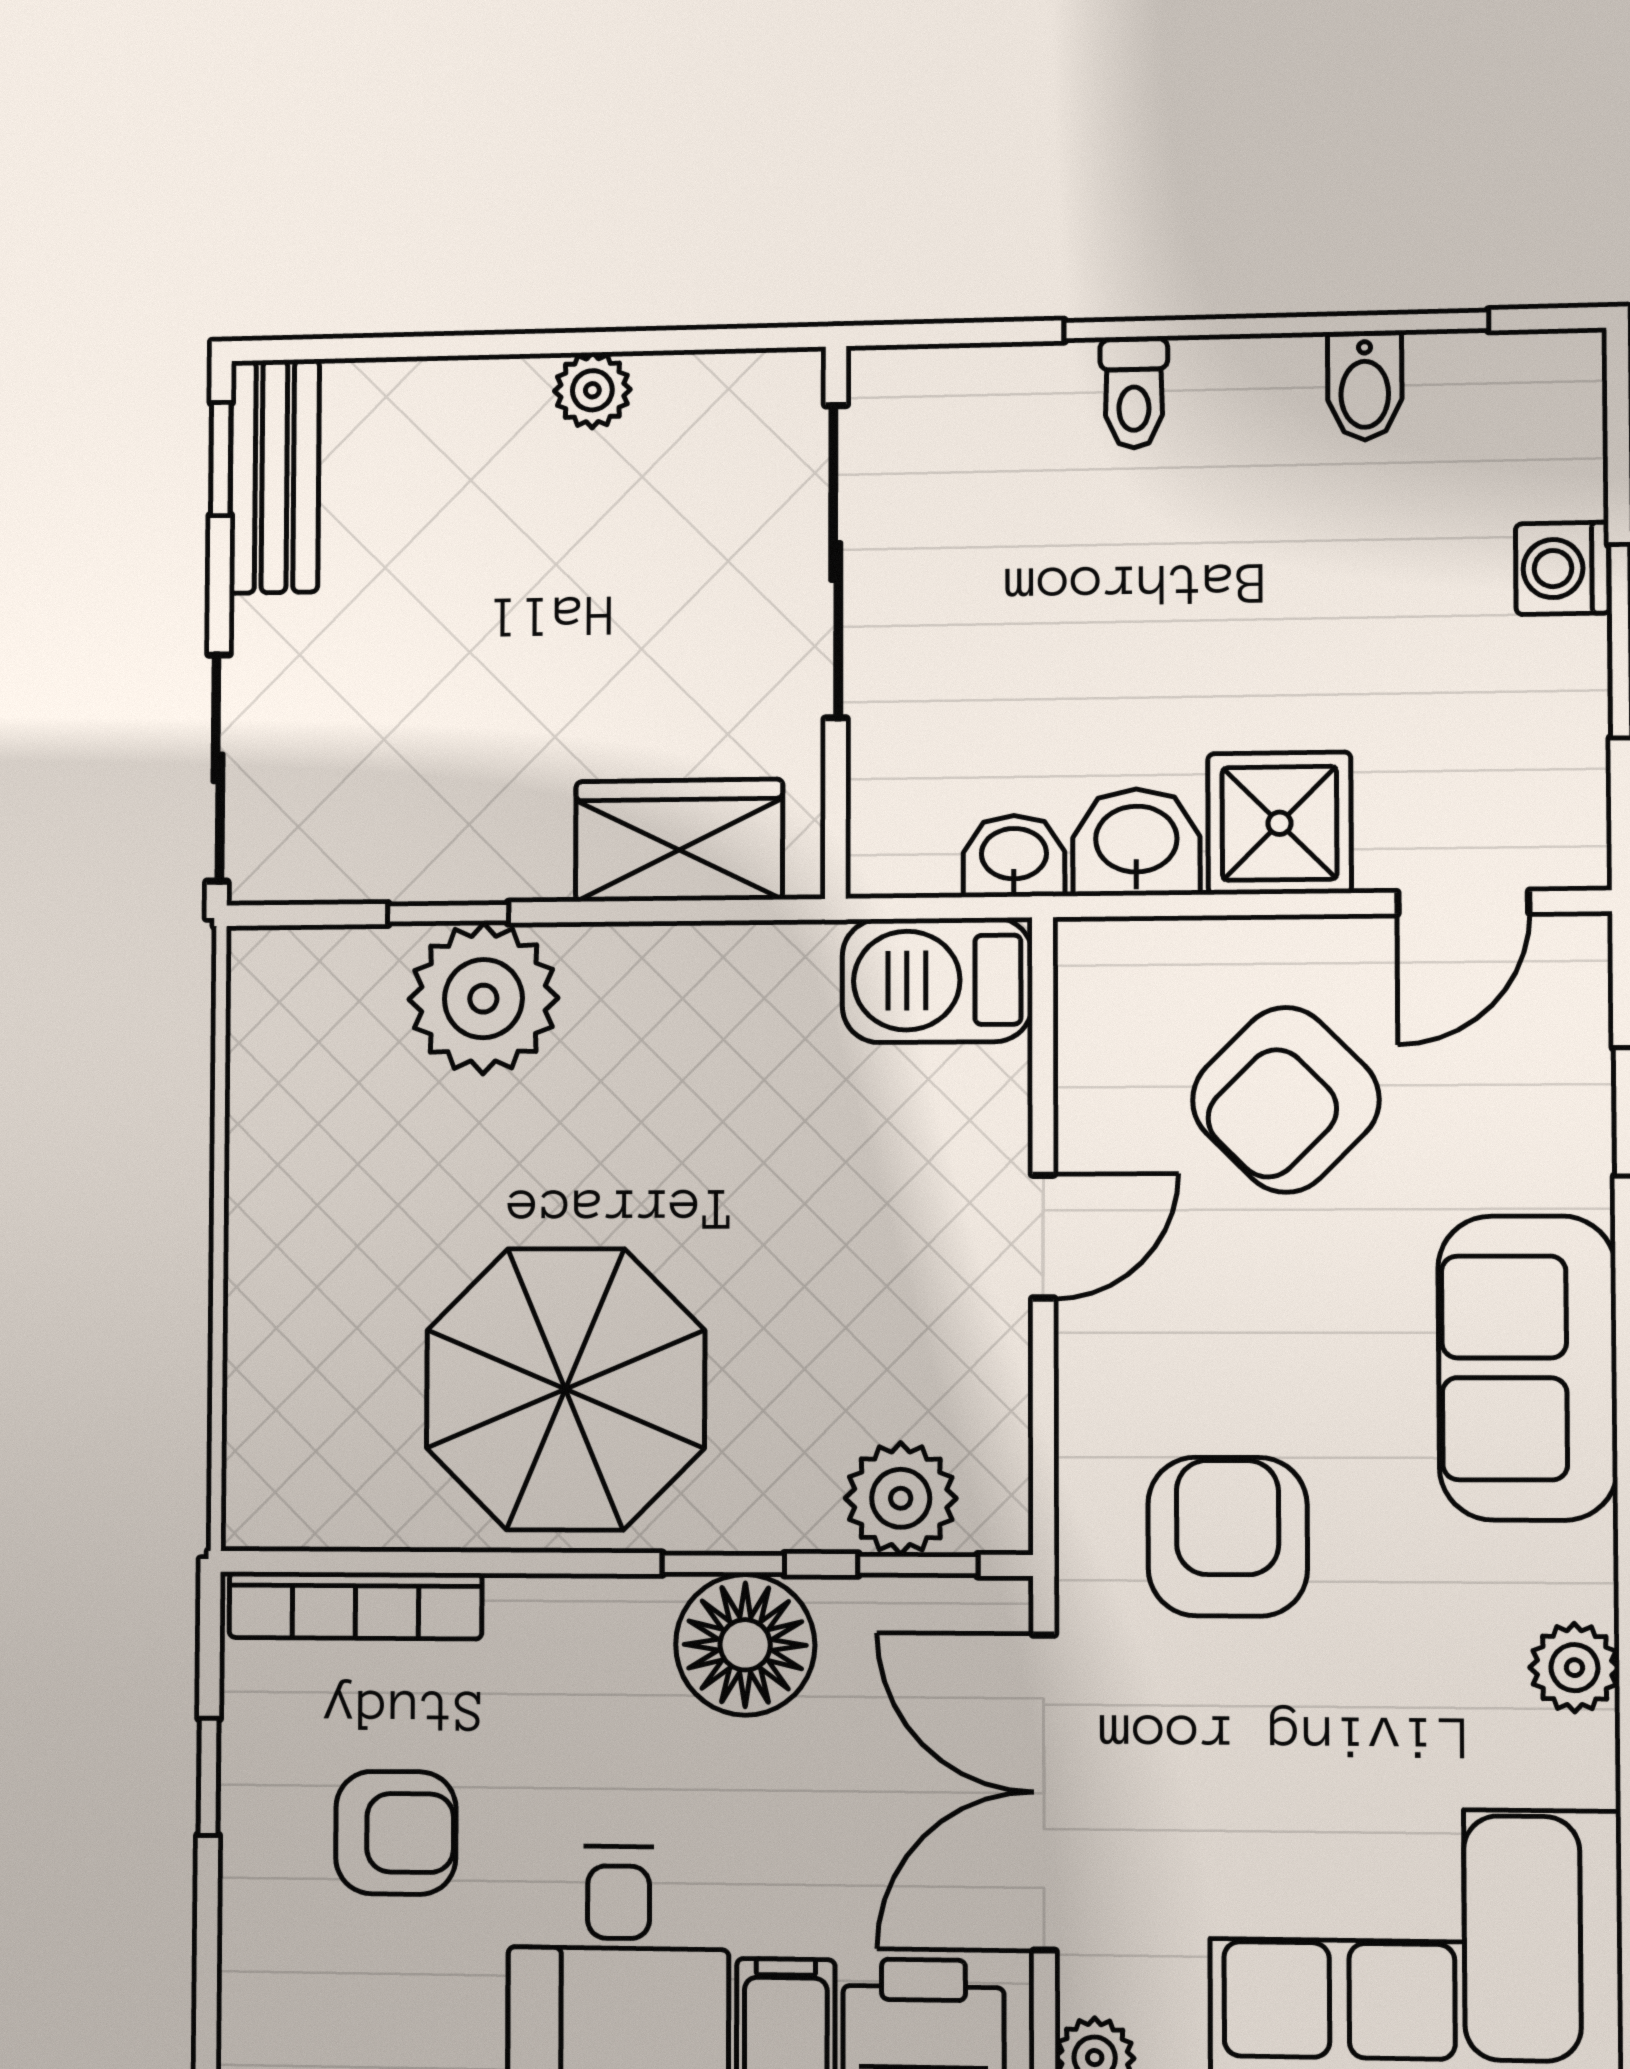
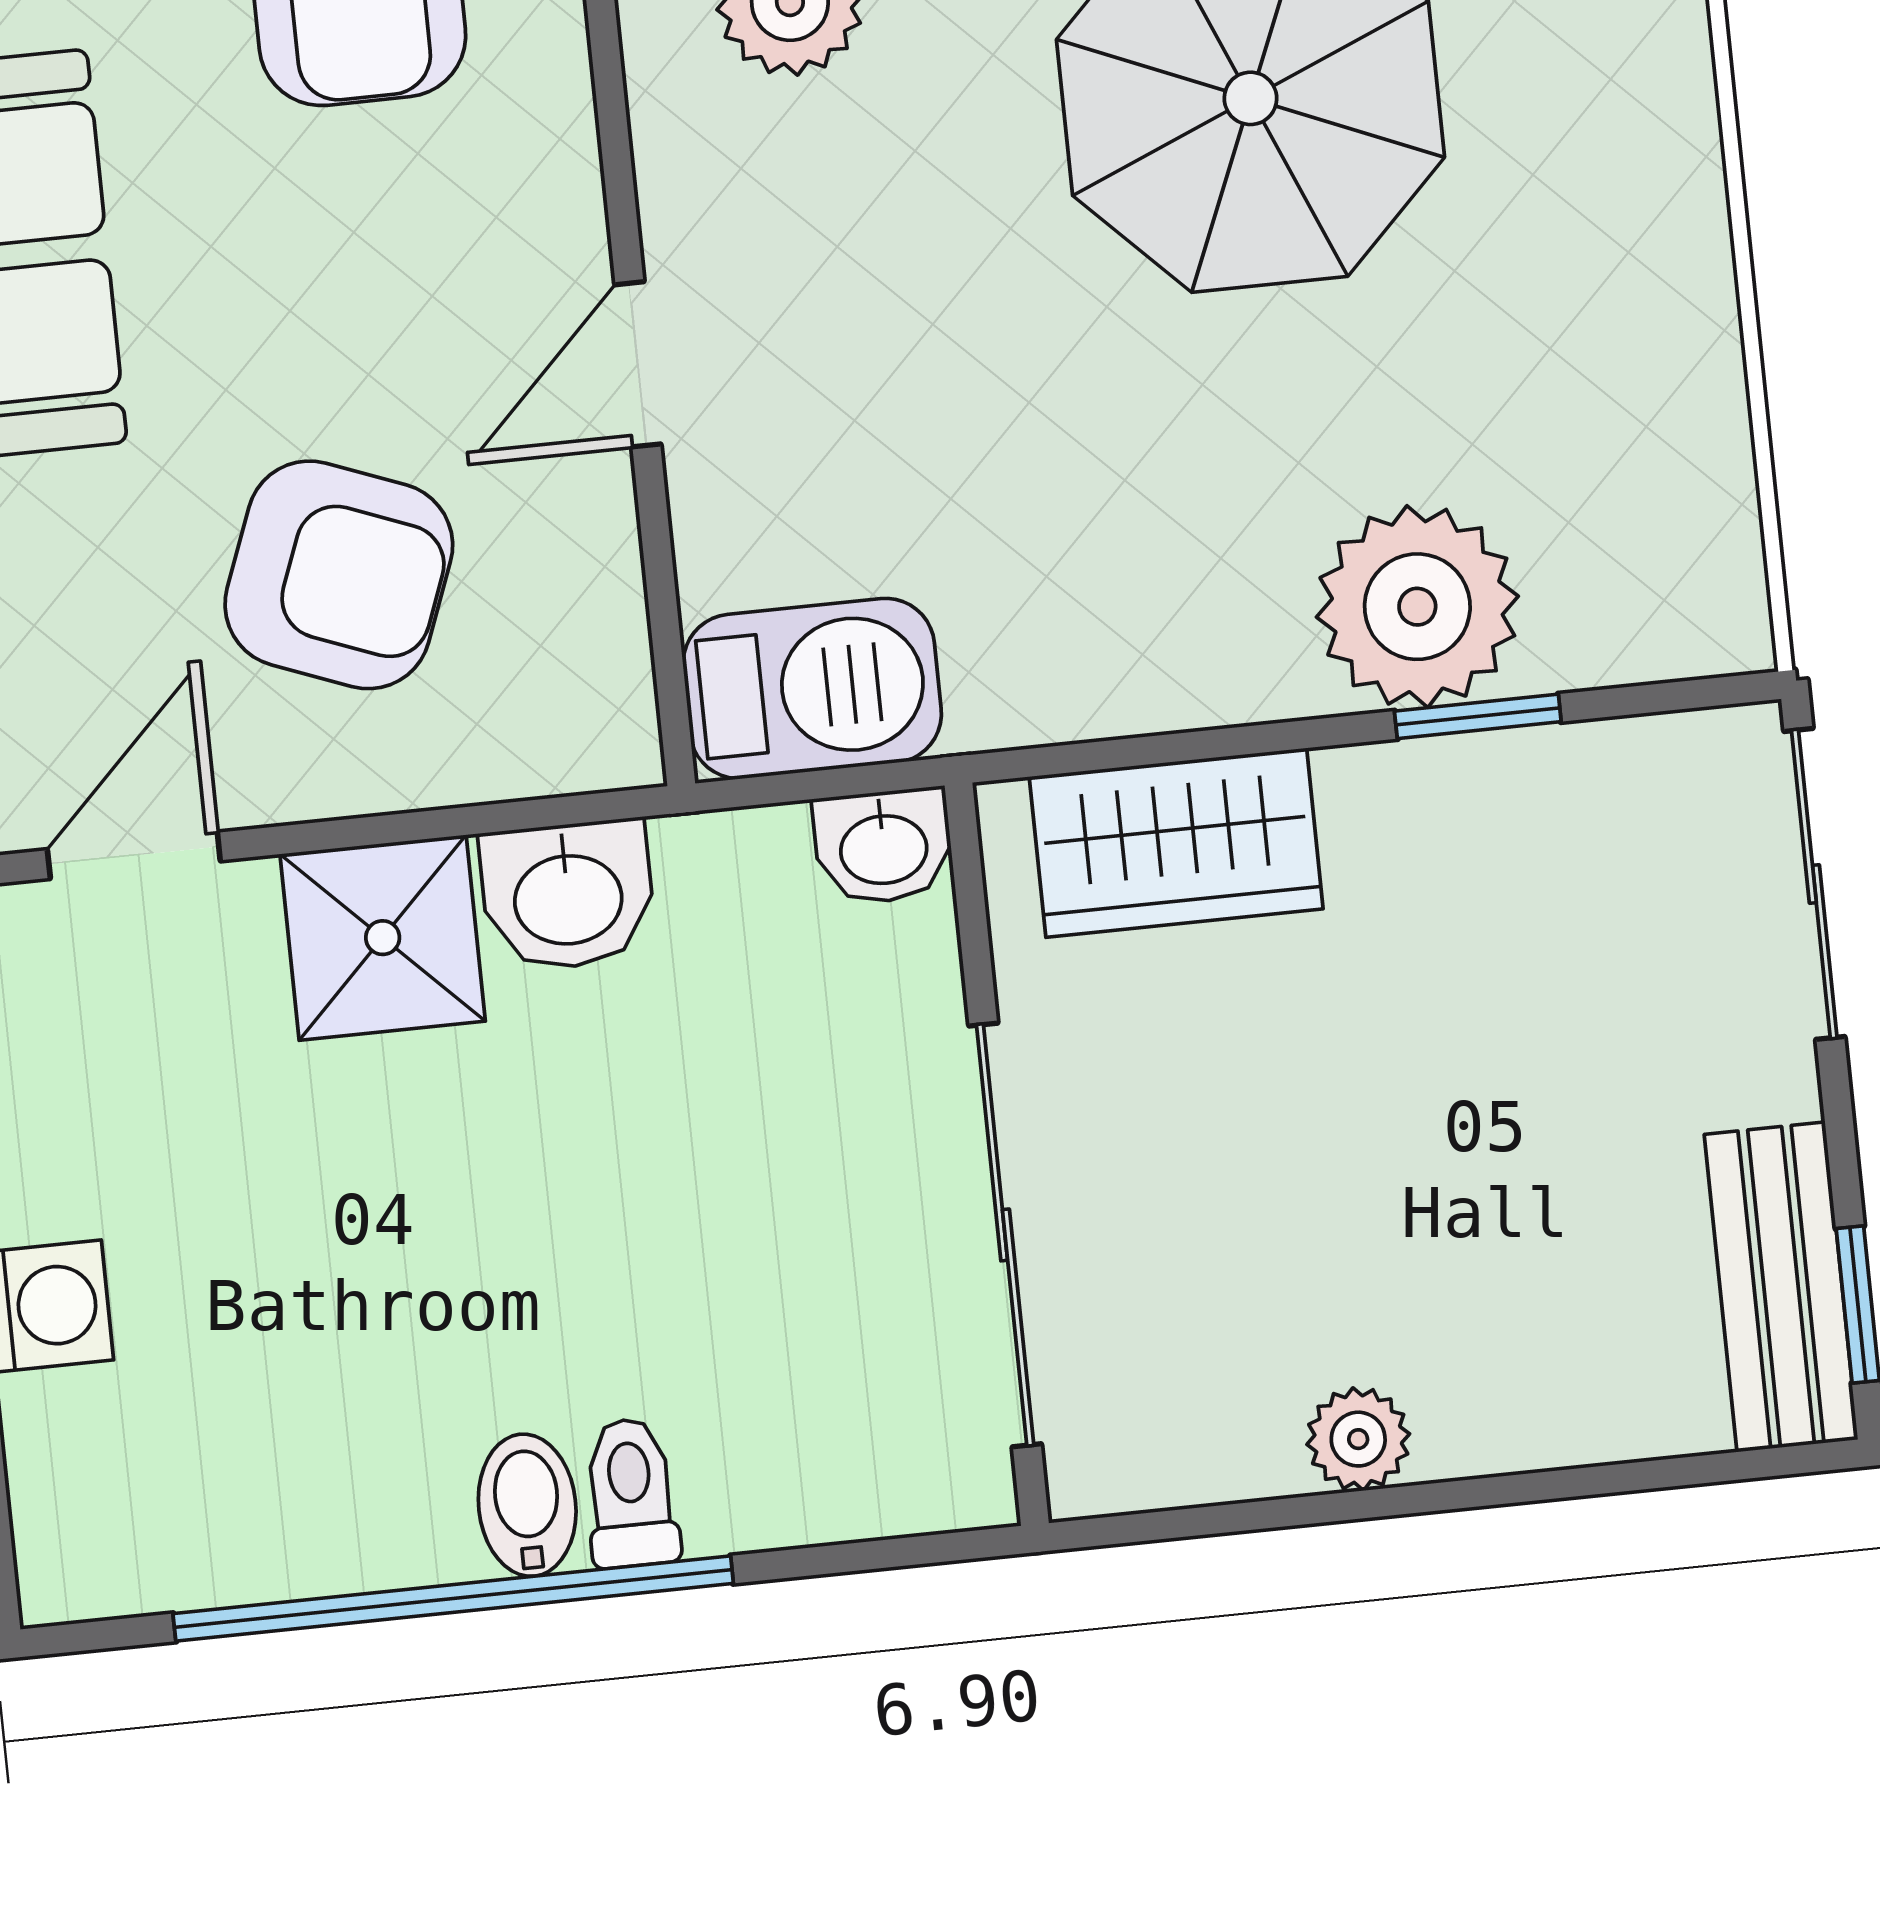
bidet: (1365, 387) -> (527, 1505), moved
washbasin: (1014, 856) -> (883, 846), moved
armchair: (1286, 1100) -> (339, 575), turned 66

